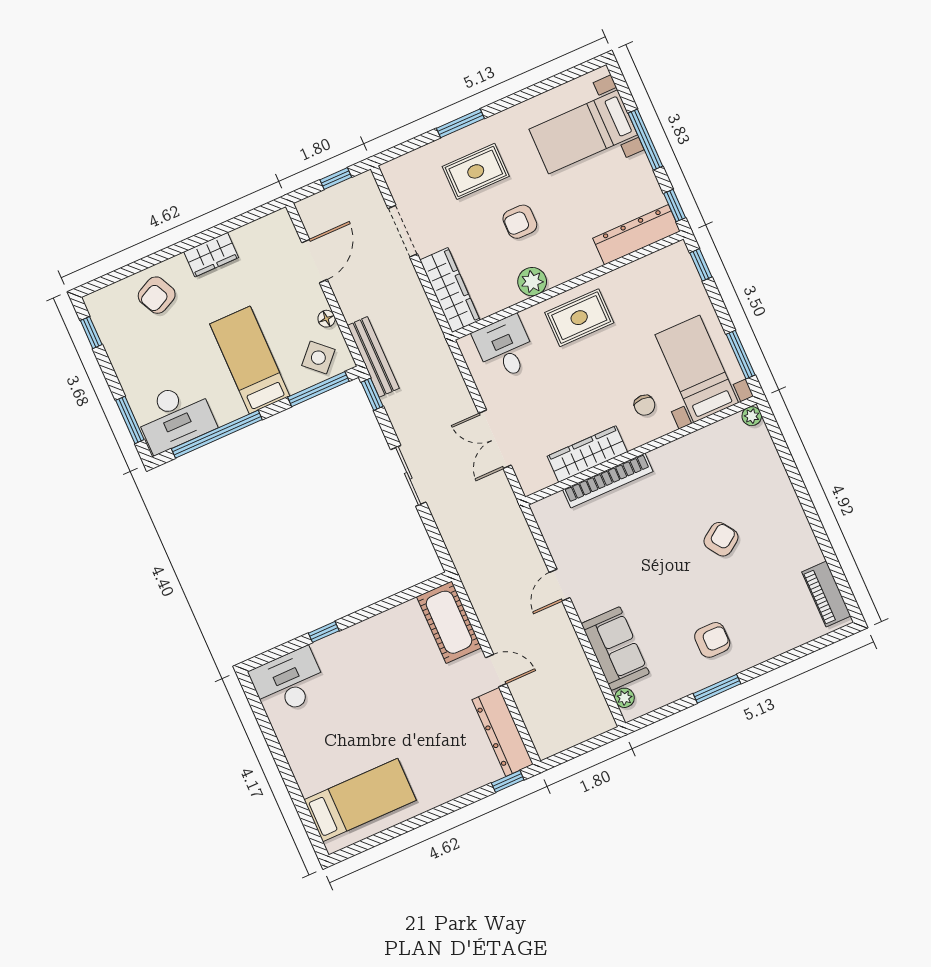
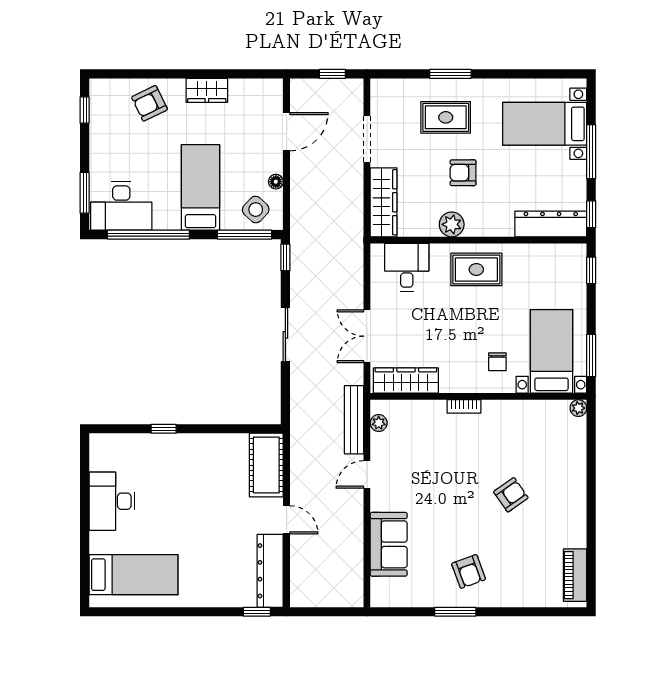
bench: (373, 357) -> (354, 420), moved
wardrobe: (587, 454) -> (406, 380), moved
bookcase: (608, 481) -> (464, 406), width x0.43, depth x0.76
armchair: (712, 640) -> (469, 571), turned 70
desk: (288, 682) -> (112, 501), moved, turned -90
plant: (624, 698) -> (379, 423), moved

